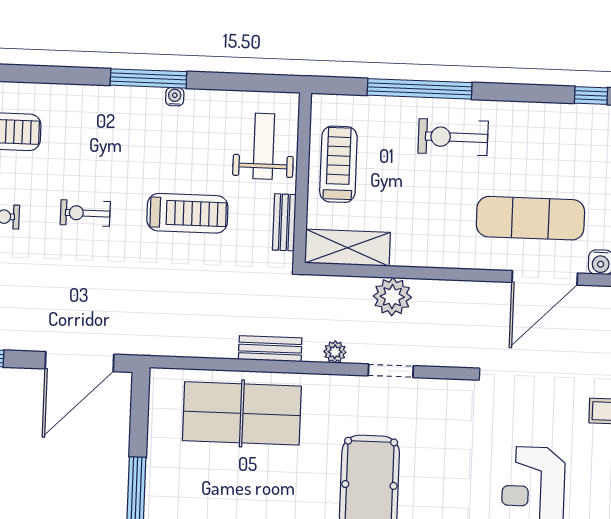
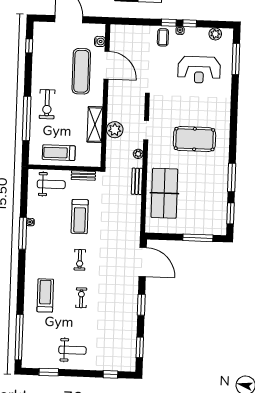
weight bench: (264, 146) -> (51, 184), turned 180
treadmill: (187, 213) -> (80, 217), turned 180
shelving: (347, 248) -> (95, 125), moved

